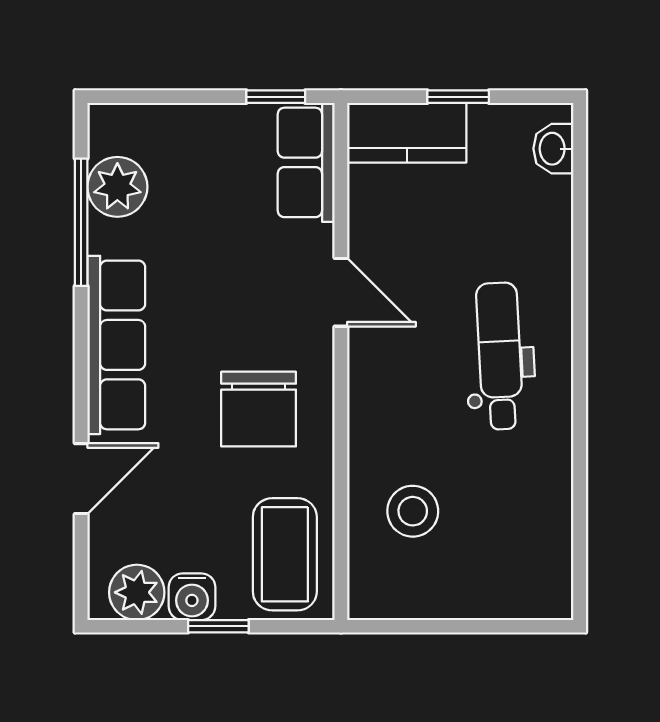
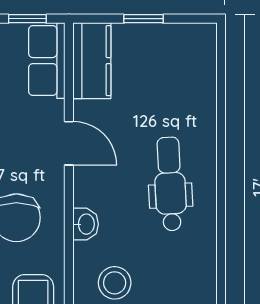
kitchen counter: (407, 133) -> (92, 61), moved, turned -90
washbasin: (553, 149) -> (86, 224), moved, turned 180

